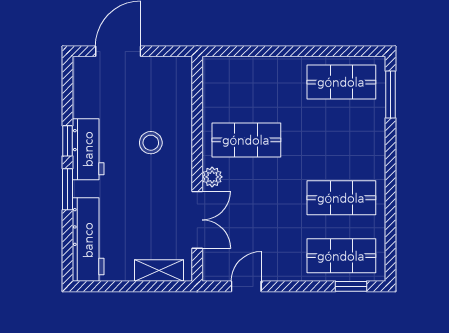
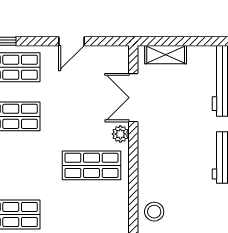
stool: (151, 143) -> (154, 212), moved
door: (246, 286) -> (71, 41), moved

